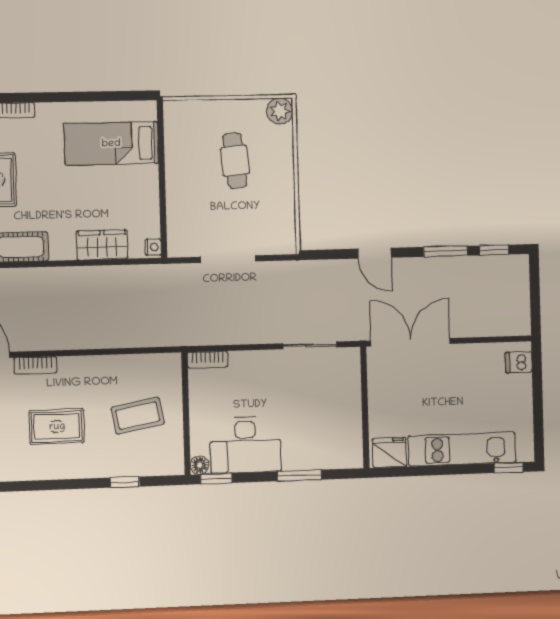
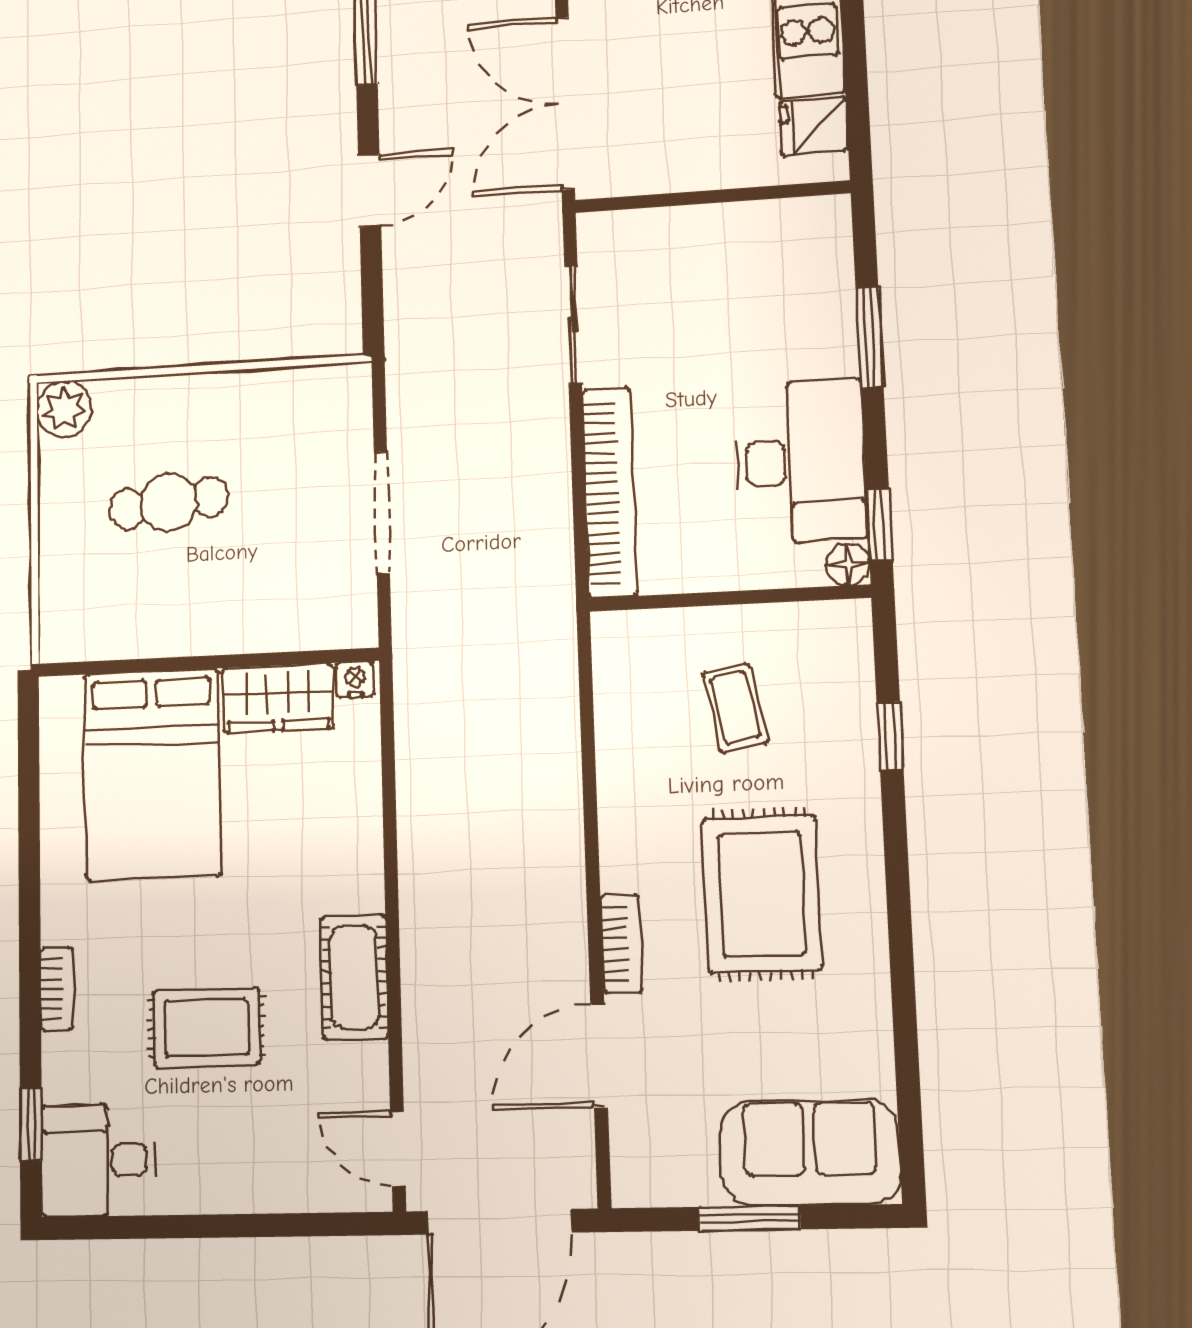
bed: (111, 144) -> (152, 774), width x1.50
wardrobe: (102, 245) -> (278, 698), moved, turned -90
bookcase: (208, 360) -> (610, 492), width x2.31, depth x1.31
coffee table: (138, 416) -> (735, 708), width x0.73, depth x0.77
rug: (57, 427) -> (762, 894), width x1.36, depth x1.43
fridge: (390, 452) -> (814, 126), width x0.72

